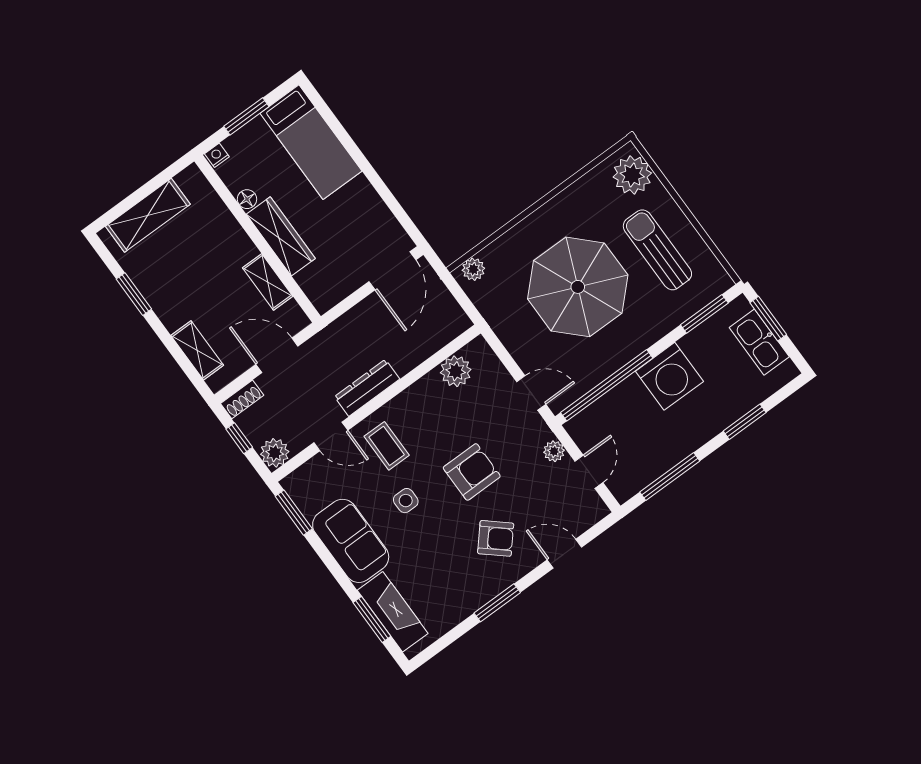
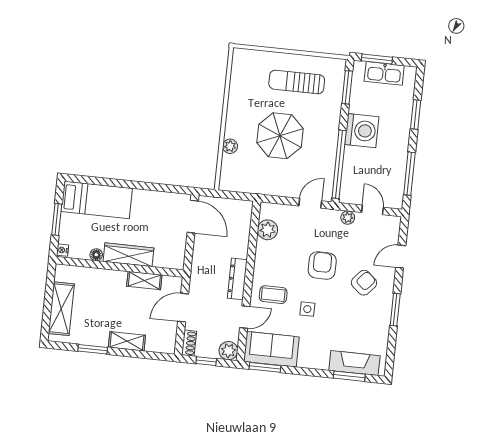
plant: (632, 175) -> (250, 62), removed
plant: (473, 269) -> (230, 146), moved
parasol: (578, 287) -> (280, 136), width x0.73, depth x0.73
shelving: (197, 350) -> (127, 341), moved
sofa: (351, 541) -> (271, 349), moved

